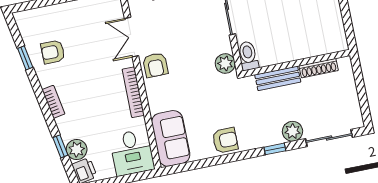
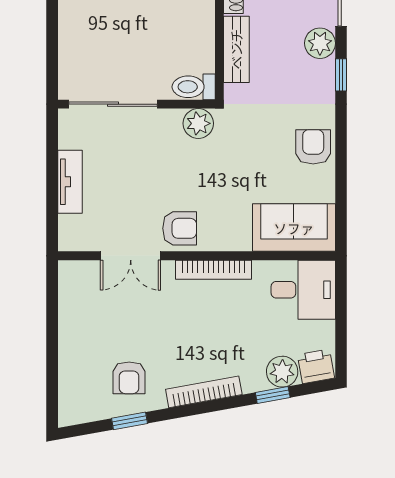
bookcase: (53, 102) -> (204, 392), width x1.56

